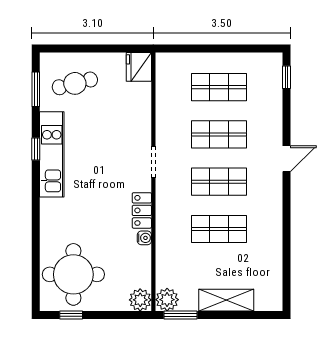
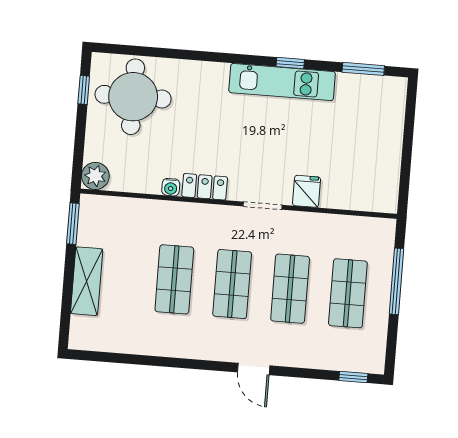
window: (206, 48) -> (396, 281), added
fridge: (139, 67) -> (307, 191), moved, width x0.72
cafe table: (75, 83) -> (367, 117), removed
plant: (167, 300) -> (93, 209), removed

